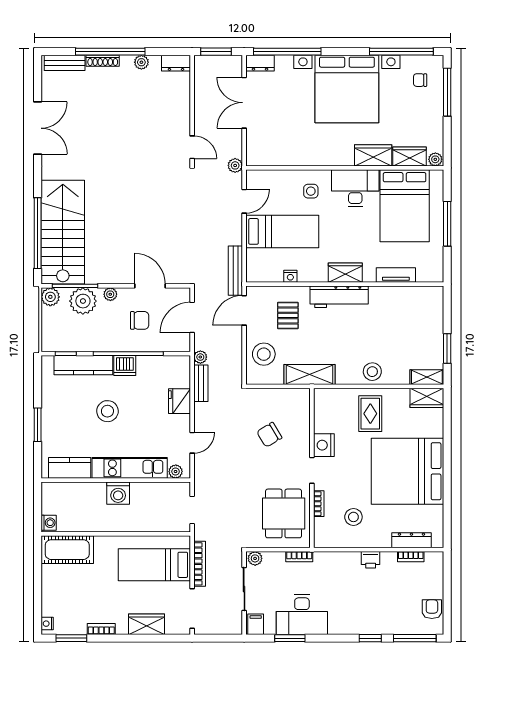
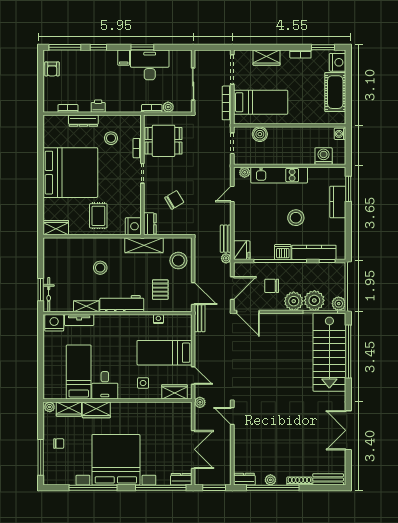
window: (110, 52) -> (273, 488), moved
window: (401, 52) -> (93, 488), moved
chair: (420, 80) -> (59, 444), moved
desk: (355, 188) -> (105, 385), width x0.73
door: (244, 201) -> (193, 375), swing flipped
bed: (405, 206) -> (79, 372), width x0.67
window: (447, 224) -> (41, 358), removed
bench: (235, 271) -> (200, 318), width x0.73
nightstand: (429, 271) -> (54, 323), added
wardrobe: (345, 273) -> (174, 392), moved, turned 180
door: (150, 286) -> (248, 312), moved
plant: (110, 294) -> (294, 301), width x1.88, depth x1.88
bicycle: (436, 309) -> (49, 295), added
door: (244, 310) -> (193, 293), hinge flipped
window: (447, 348) -> (41, 290), moved
stool: (372, 372) -> (100, 268), moved
shelving: (427, 377) -> (86, 306), moved
fridge: (179, 401) -> (242, 250), moved
dresser: (302, 403) -> (150, 224), added
window: (38, 425) -> (348, 189), moved
nightstand: (324, 445) -> (133, 226), moved
kitchen counter: (70, 468) -> (338, 202), moved, turned 90
washing machine: (118, 493) -> (324, 156), moved
dining table: (284, 513) -> (164, 141), turned 90
boiler: (155, 522) -> (260, 134), added
dresser: (411, 540) -> (83, 121), moved
cot: (67, 550) -> (335, 92), moved, turned 90
plant: (255, 558) -> (168, 107), moved
nightstand: (47, 624) -> (338, 62), width x1.89, depth x1.79
filing cabinet: (256, 624) -> (124, 58), moved
window: (290, 638) -> (142, 47), moved

